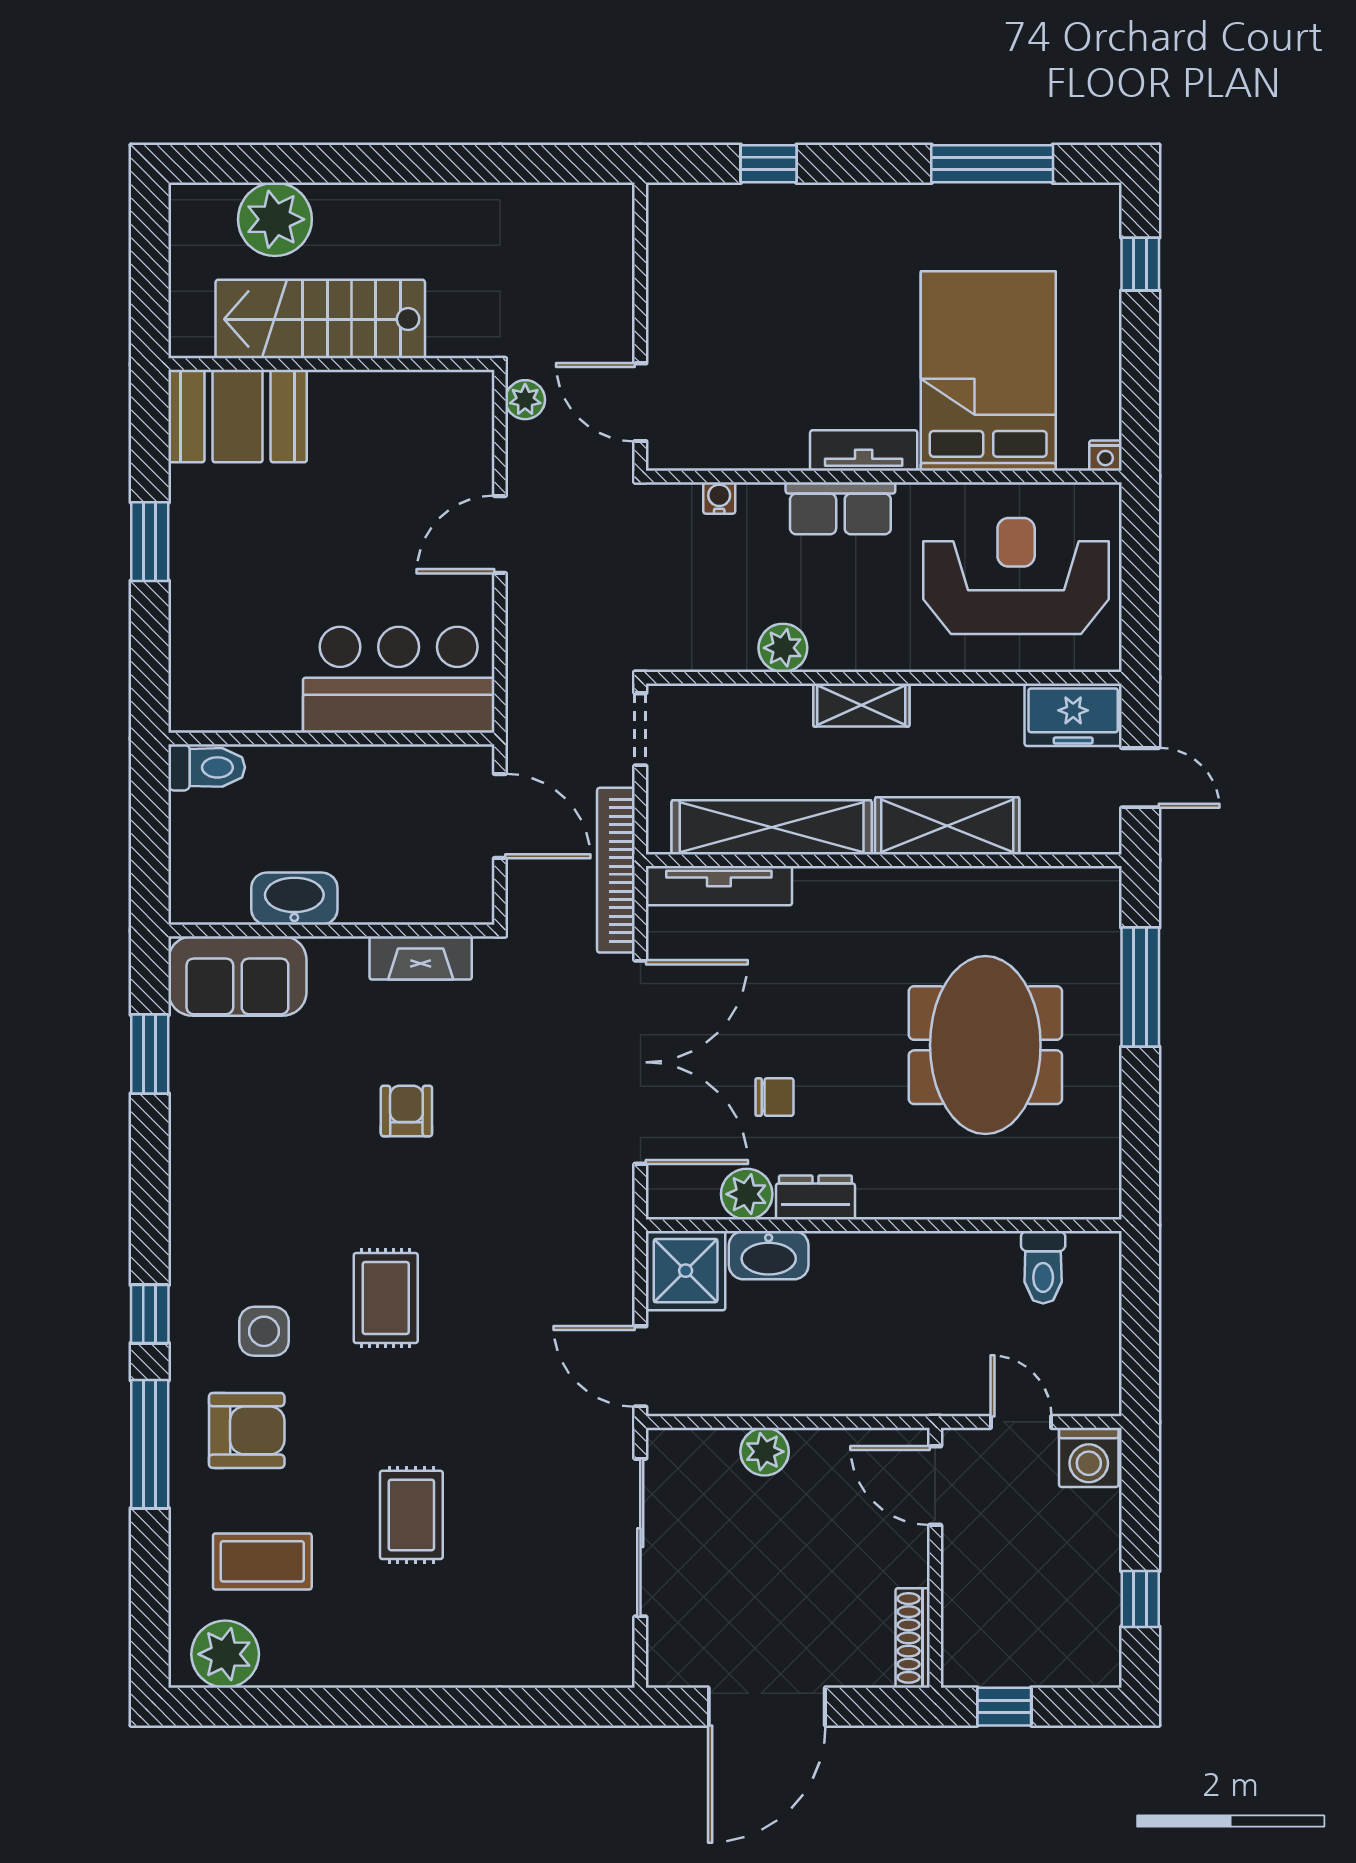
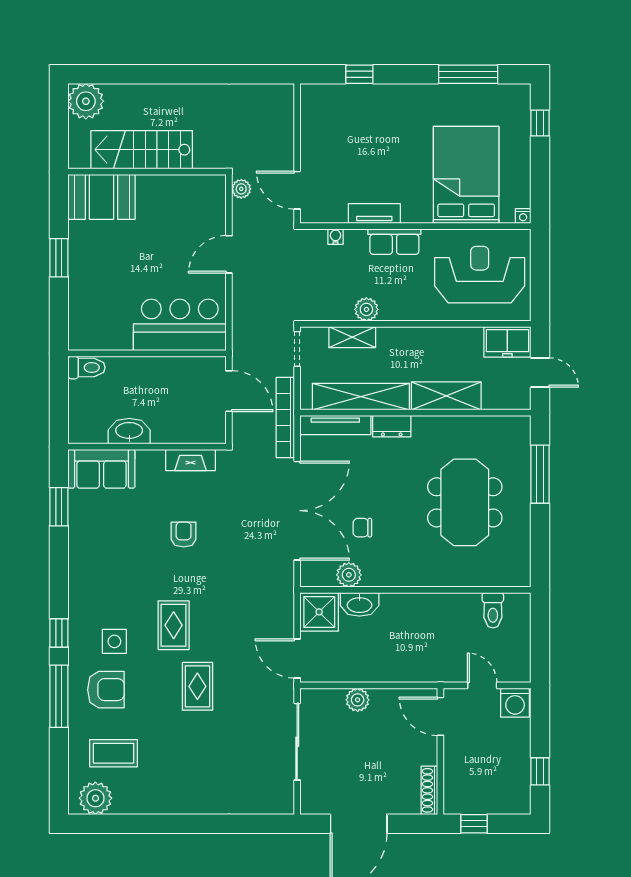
plant: (275, 219) -> (86, 101), moved
tv unit: (864, 450) -> (374, 214), moved
shelving: (861, 705) -> (352, 337), moved
chair: (774, 1097) -> (362, 528), turned 180
dresser: (815, 1198) -> (392, 426), moved, turned 180
rug: (411, 1515) -> (197, 686), moved

